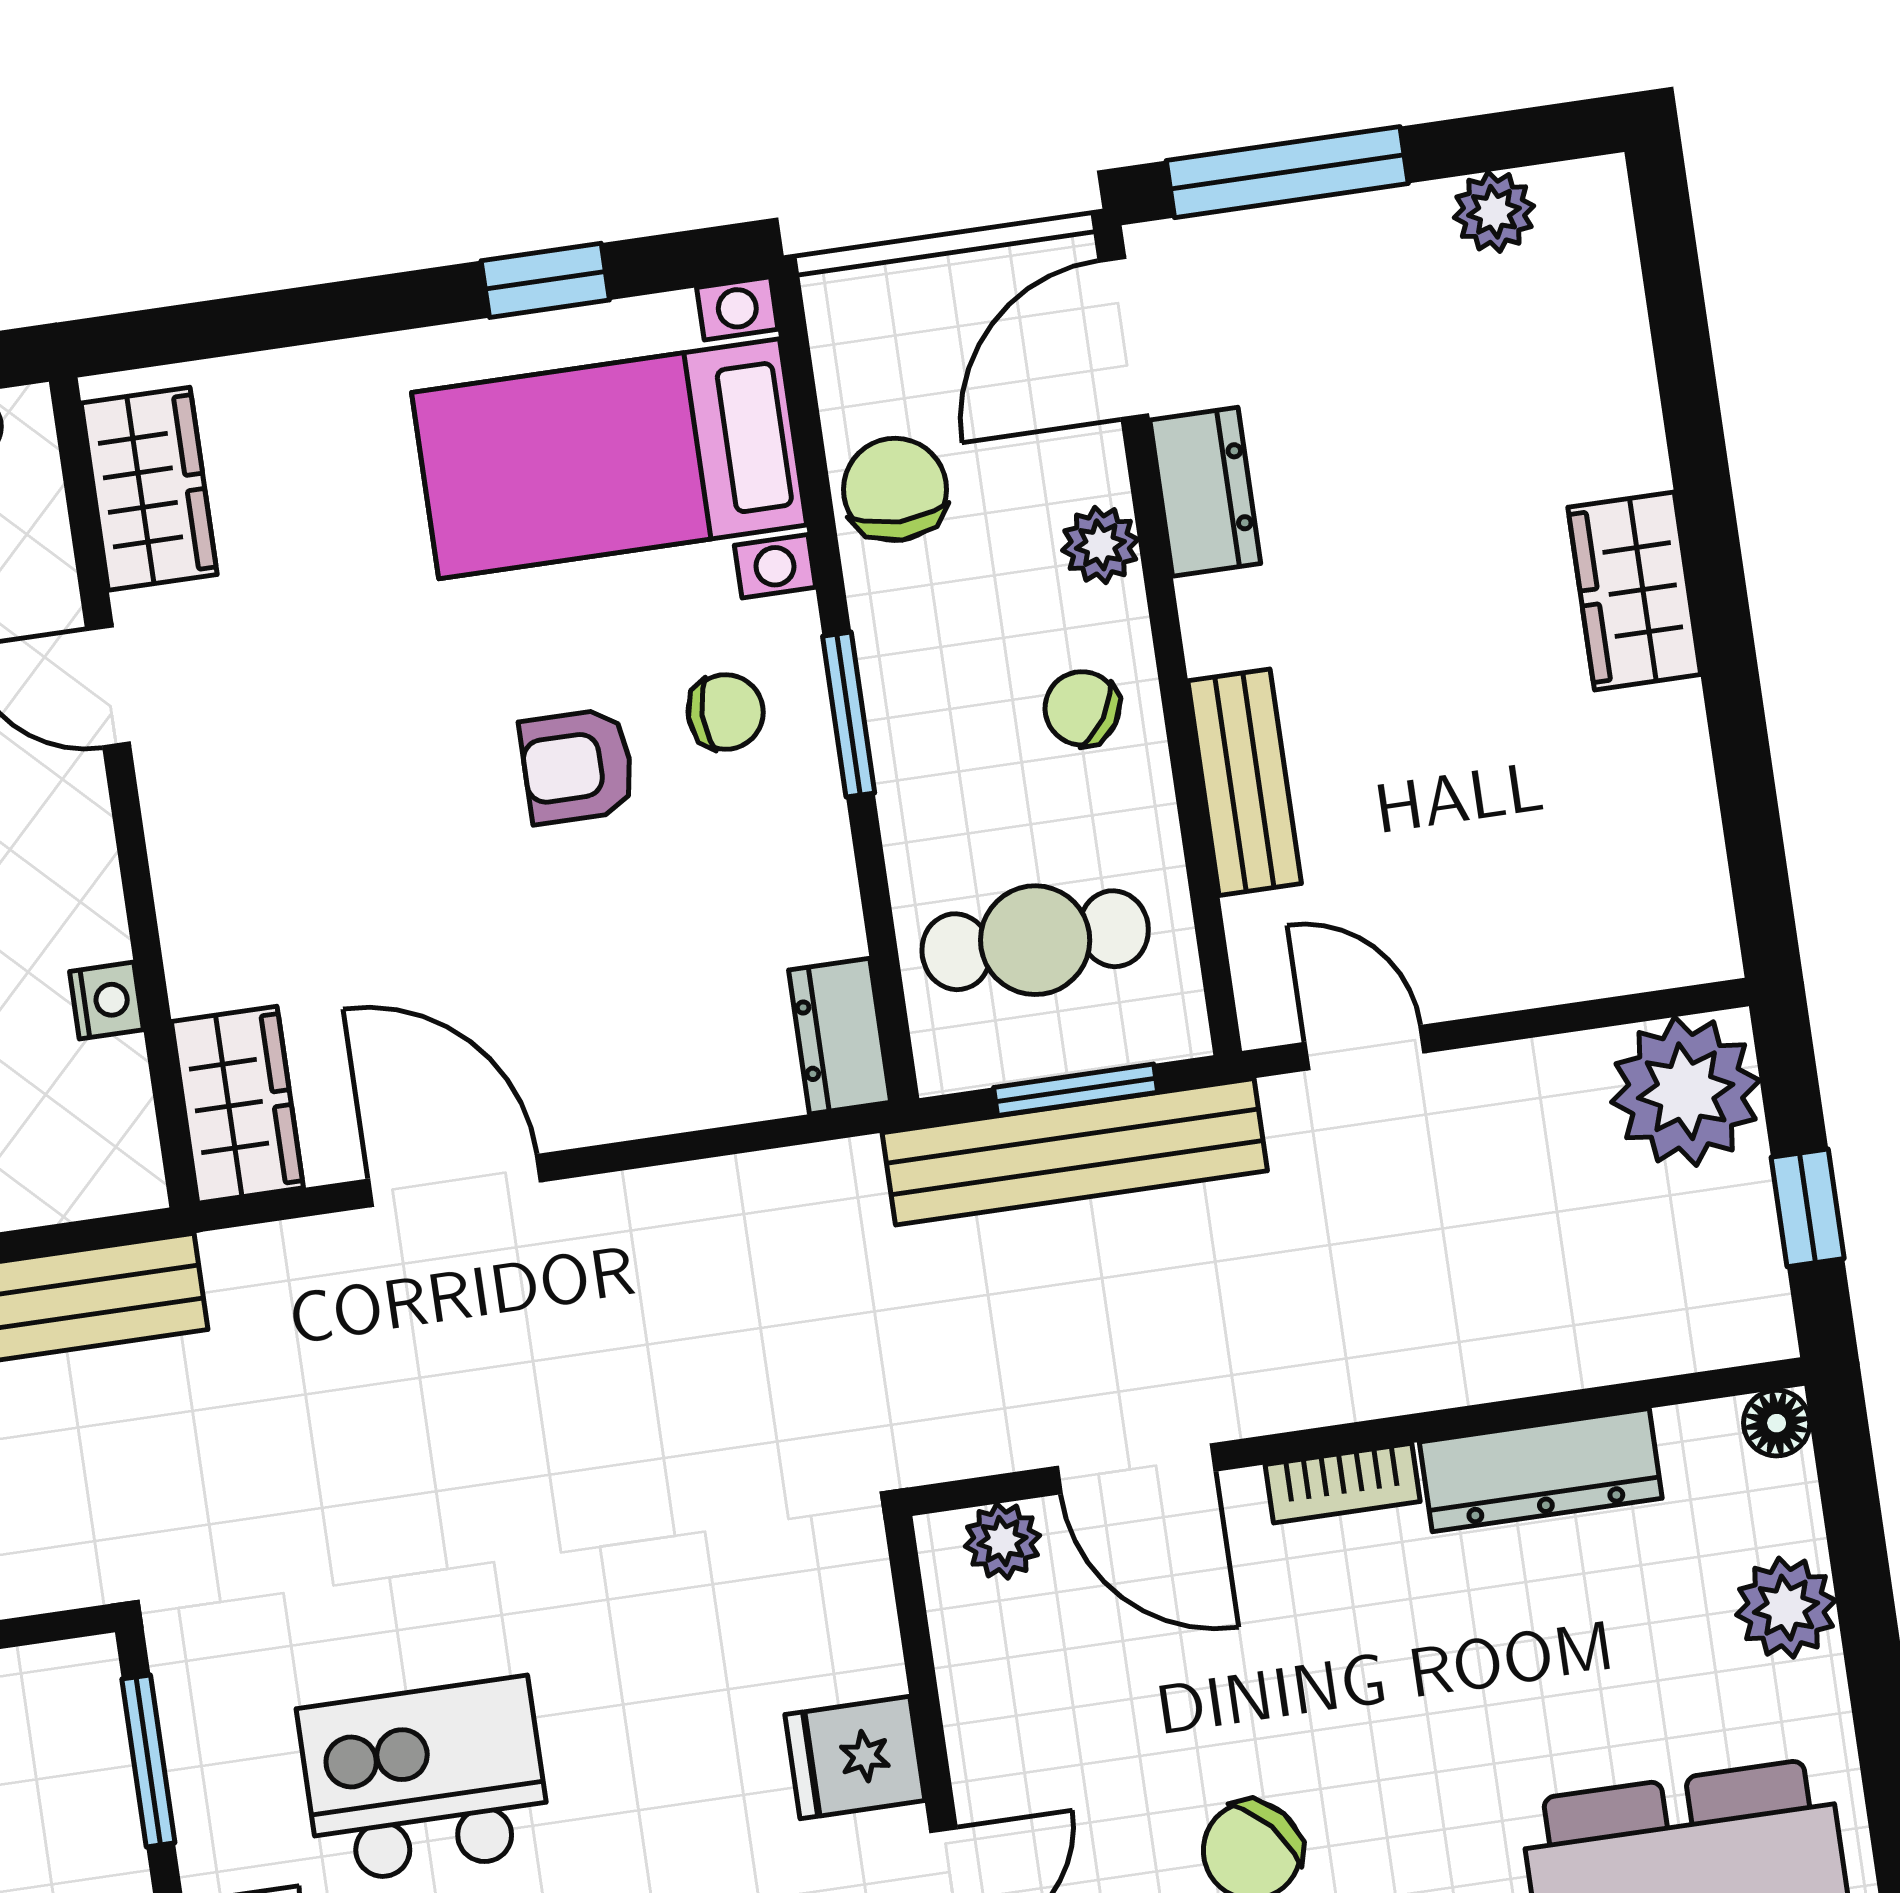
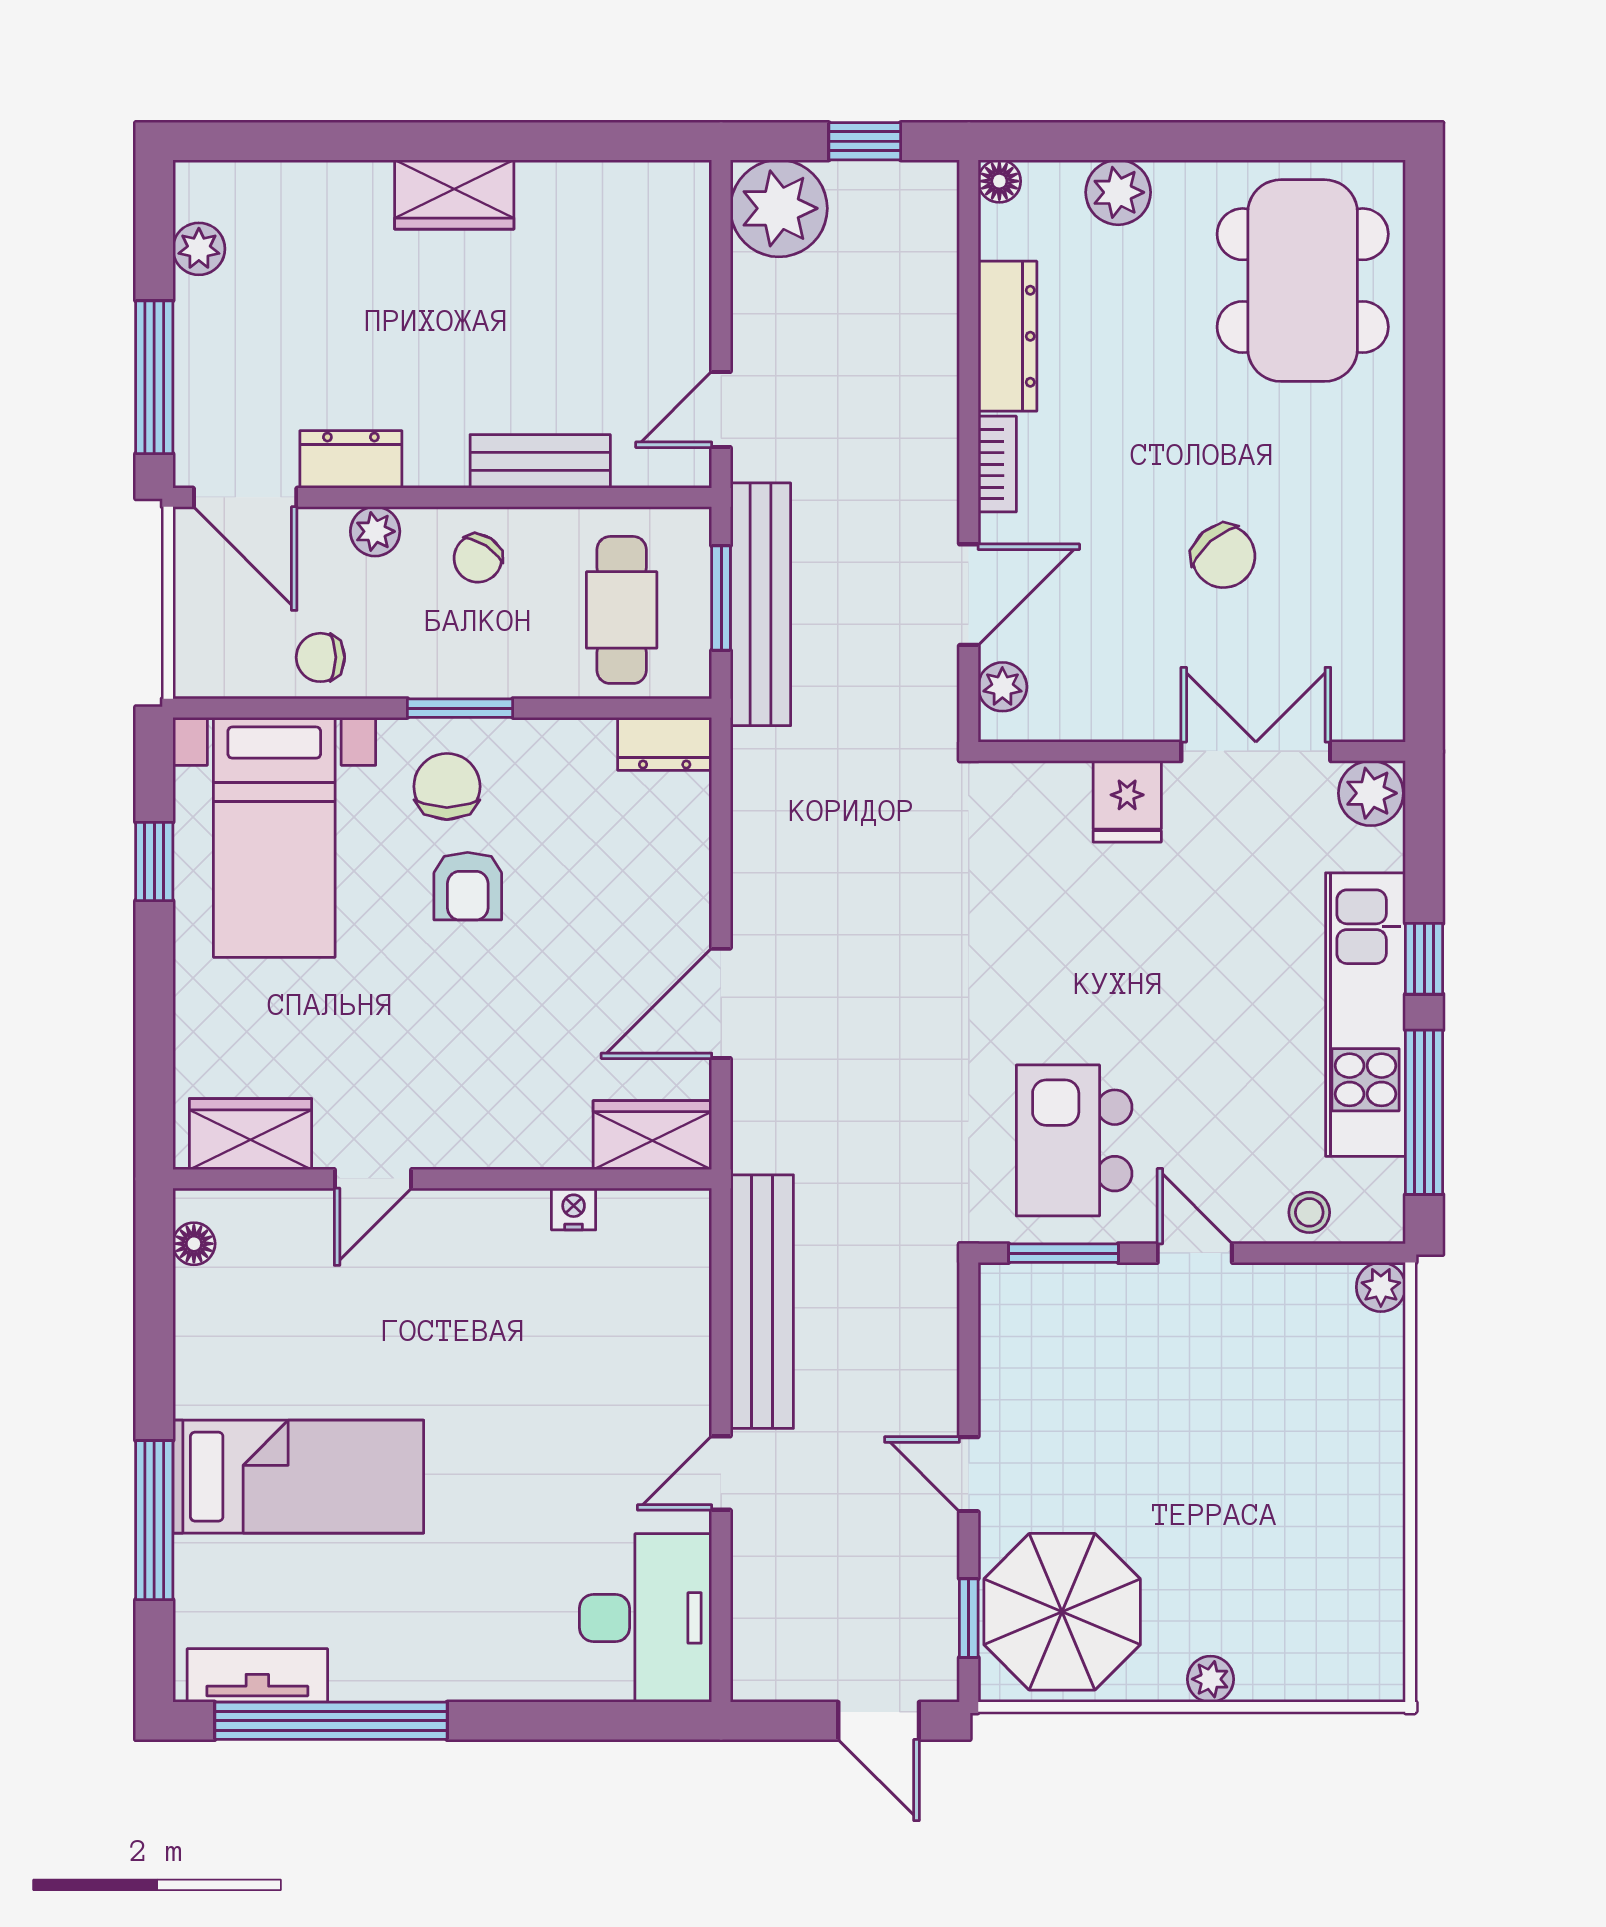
chair: (895, 489) -> (320, 657), width x0.73, depth x0.73
chair: (726, 712) -> (447, 786), width x1.37, depth x1.37
kitchen island: (425, 1780) -> (1074, 1140), moved

